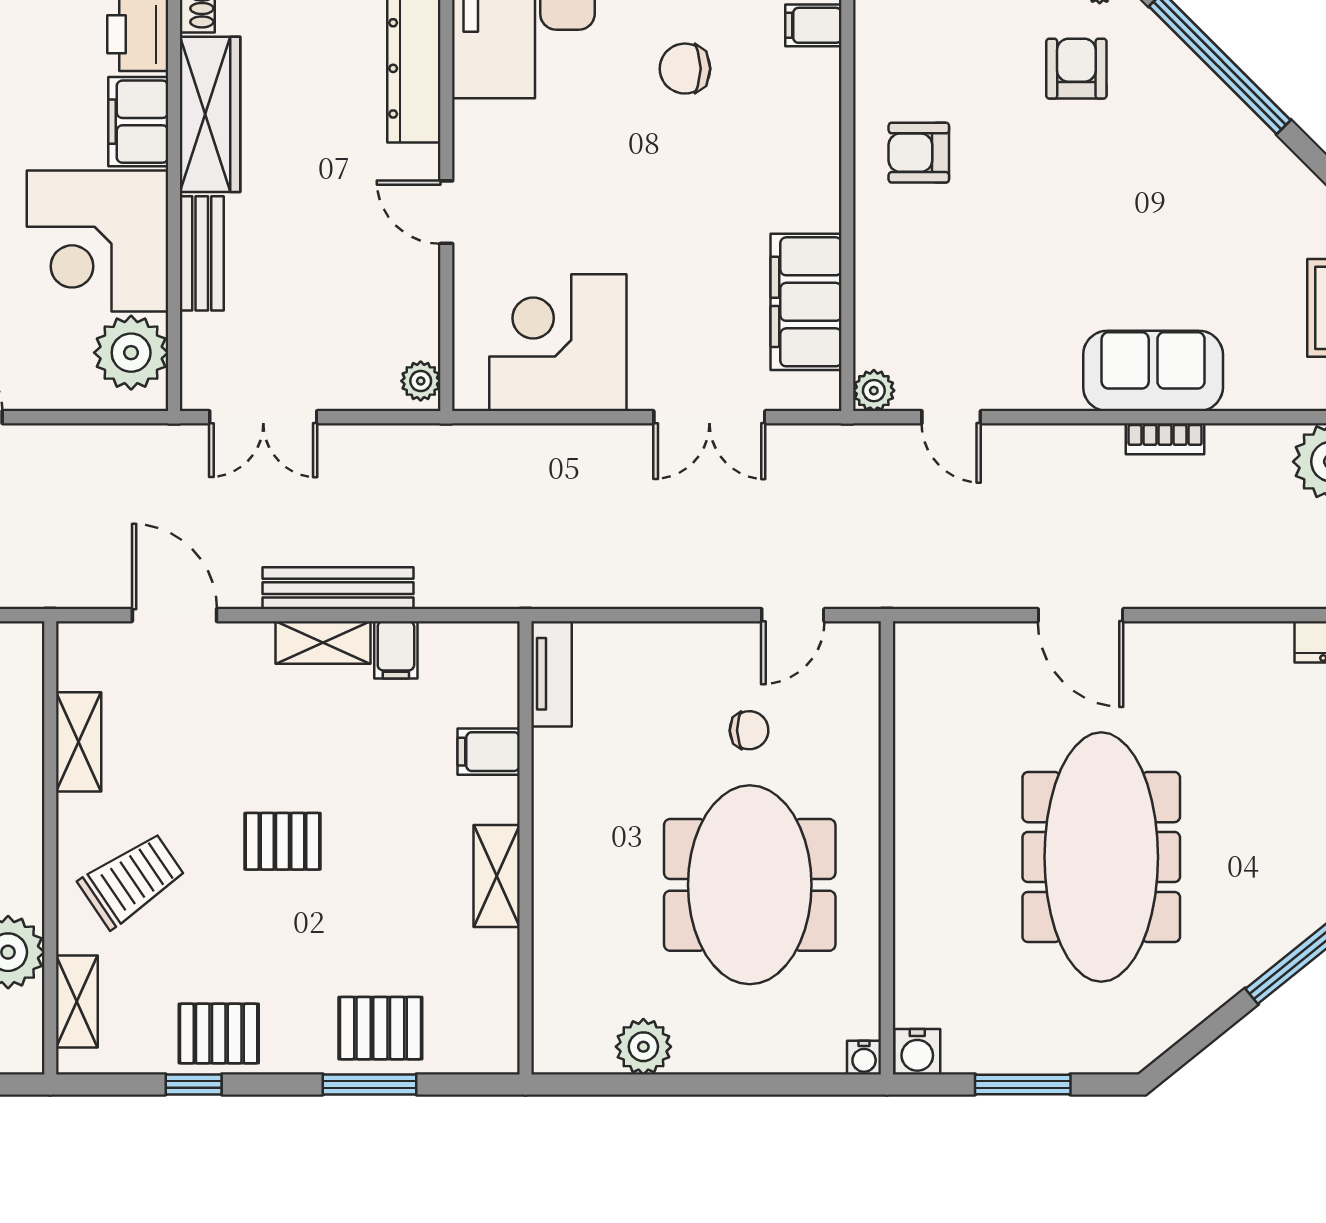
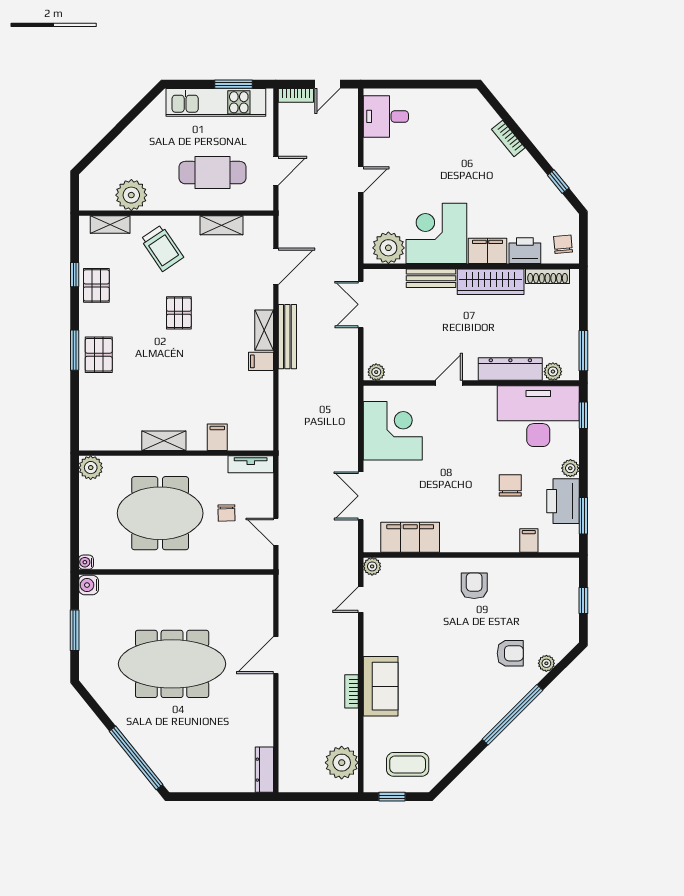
tv unit: (552, 674) -> (251, 464), moved
filing cabinet: (489, 752) -> (217, 437), moved
wall: (526, 848) -> (176, 453), moved
shelving: (497, 876) -> (164, 441), moved

